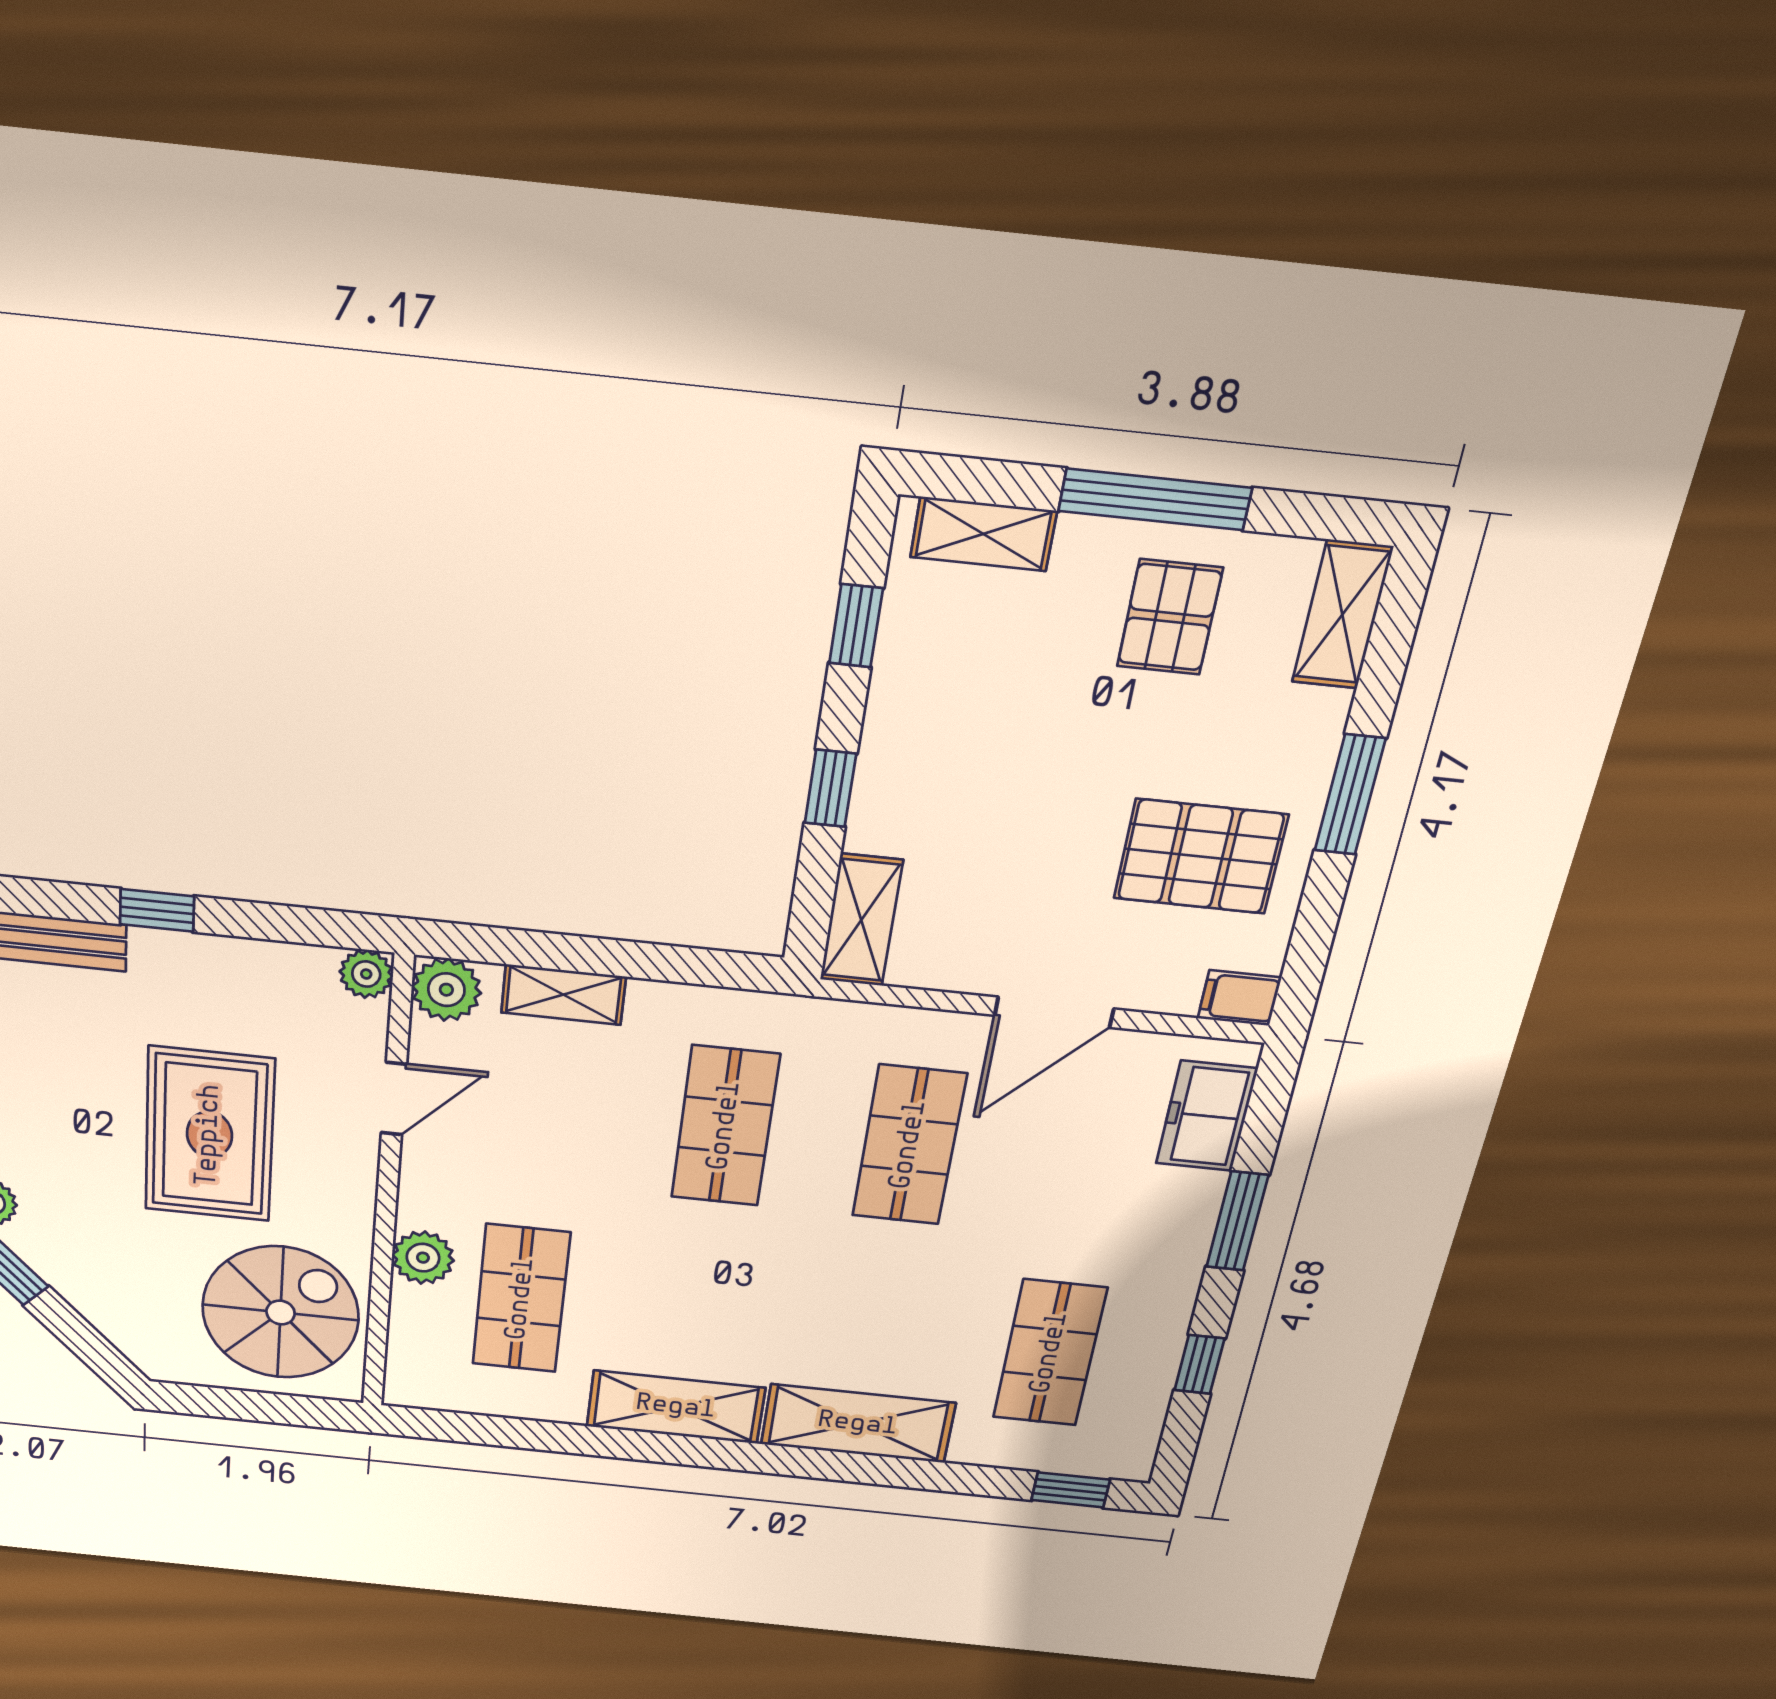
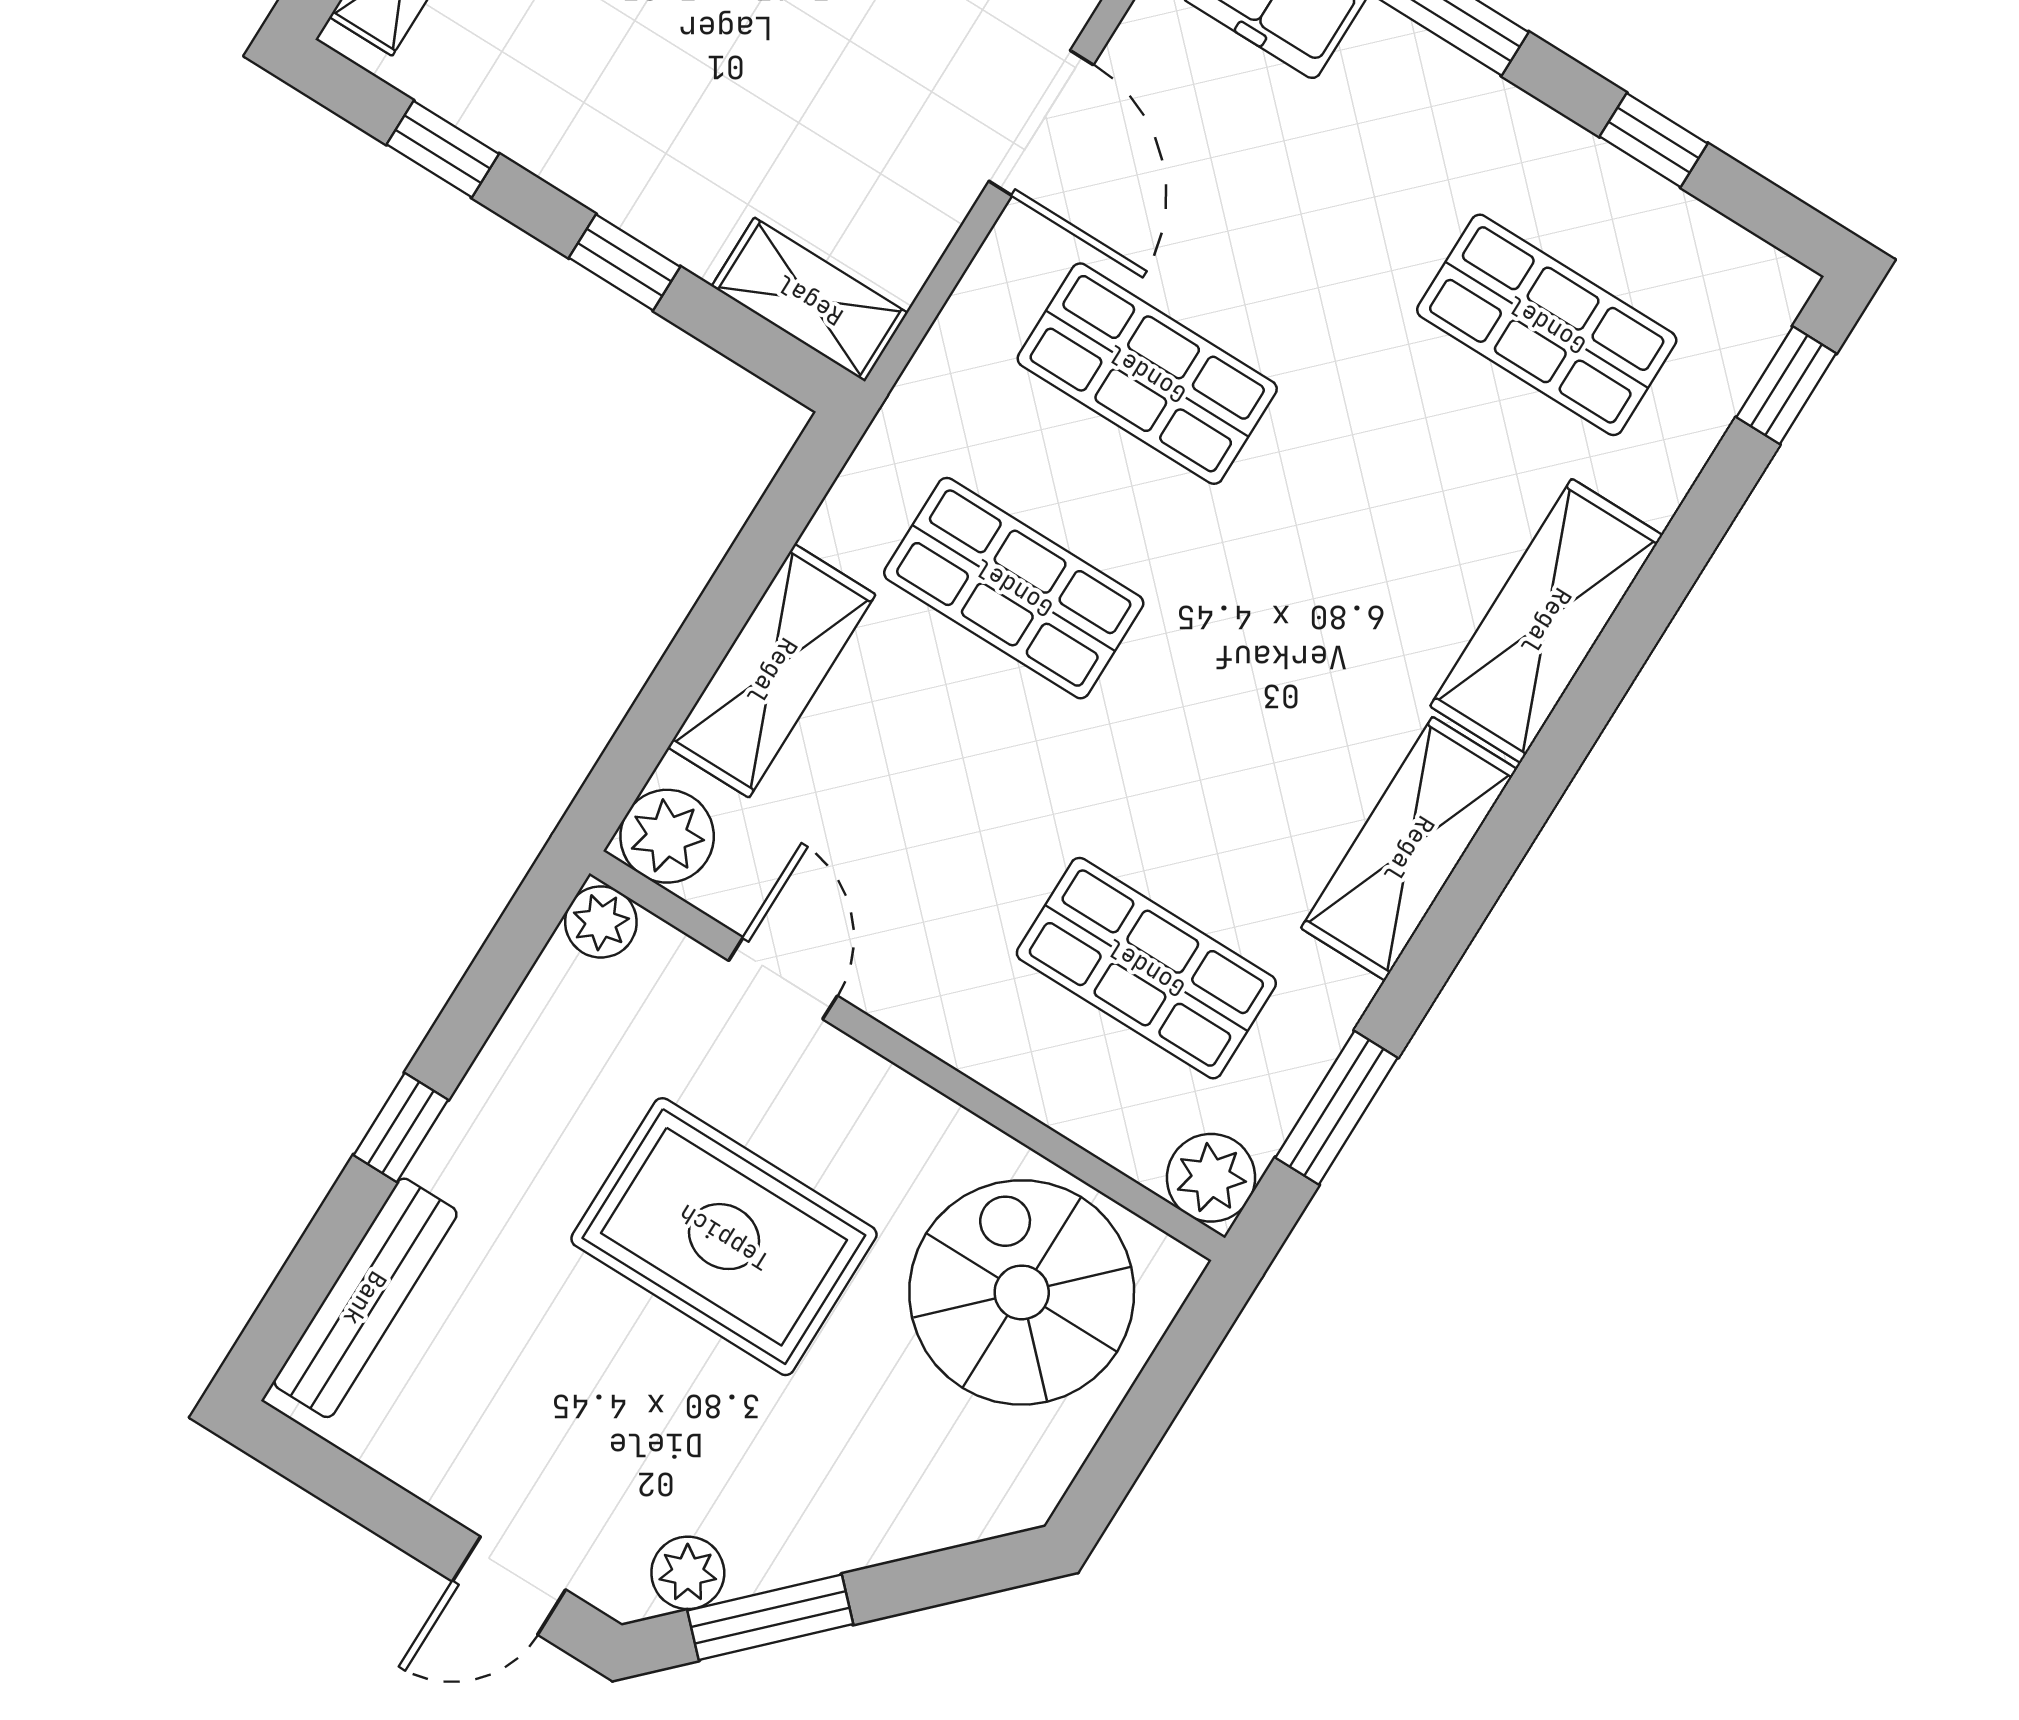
shelving: (563, 995) -> (772, 671), width x1.50, depth x1.33
plant: (423, 1258) -> (1211, 1178), moved
window: (495, 1431) -> (1337, 1108), added

